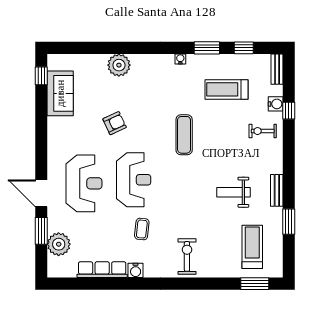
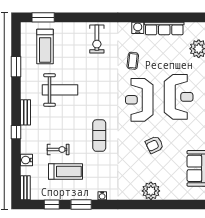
window: (289, 111) -> (16, 132), moved
exercise bike: (263, 131) -> (58, 150), moved
reception desk: (84, 183) -> (179, 97), turned 180
bench: (277, 190) -> (26, 112), moved
weight bench: (233, 192) -> (60, 90), width x1.36, depth x1.33

